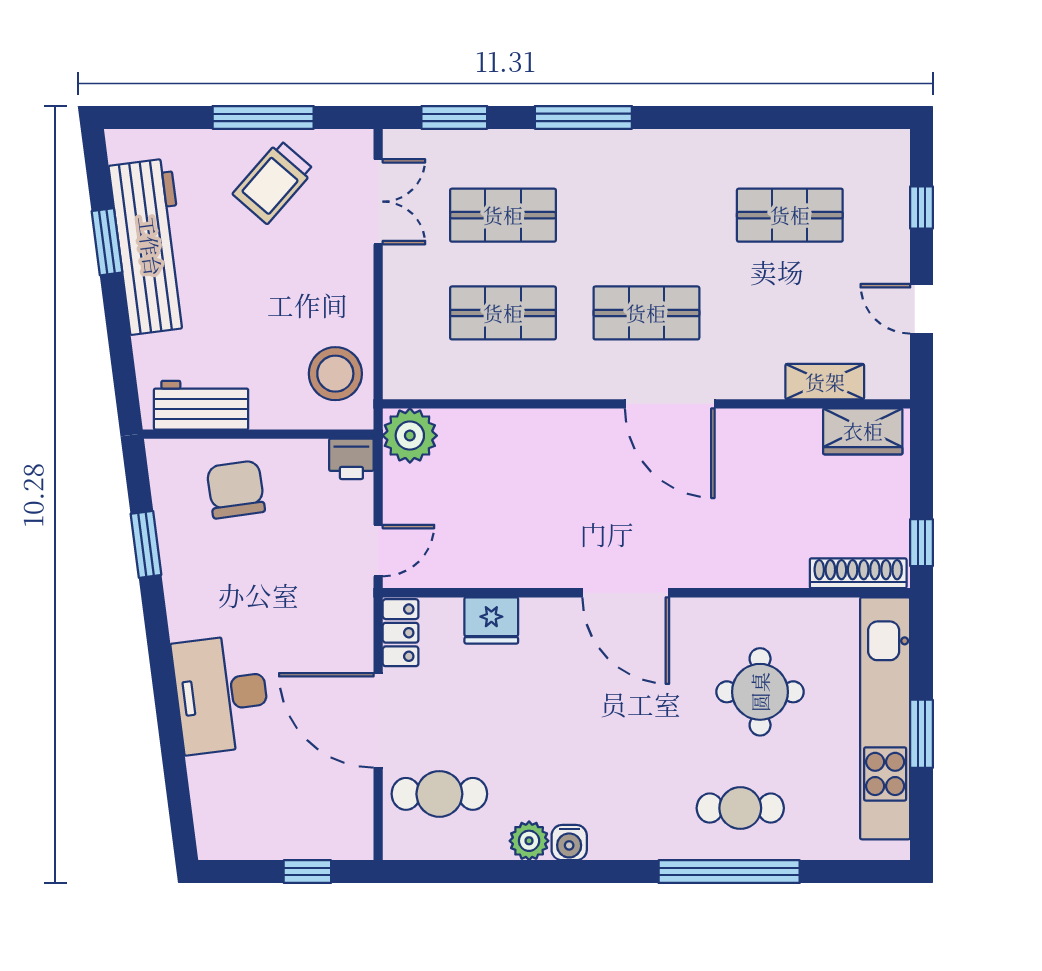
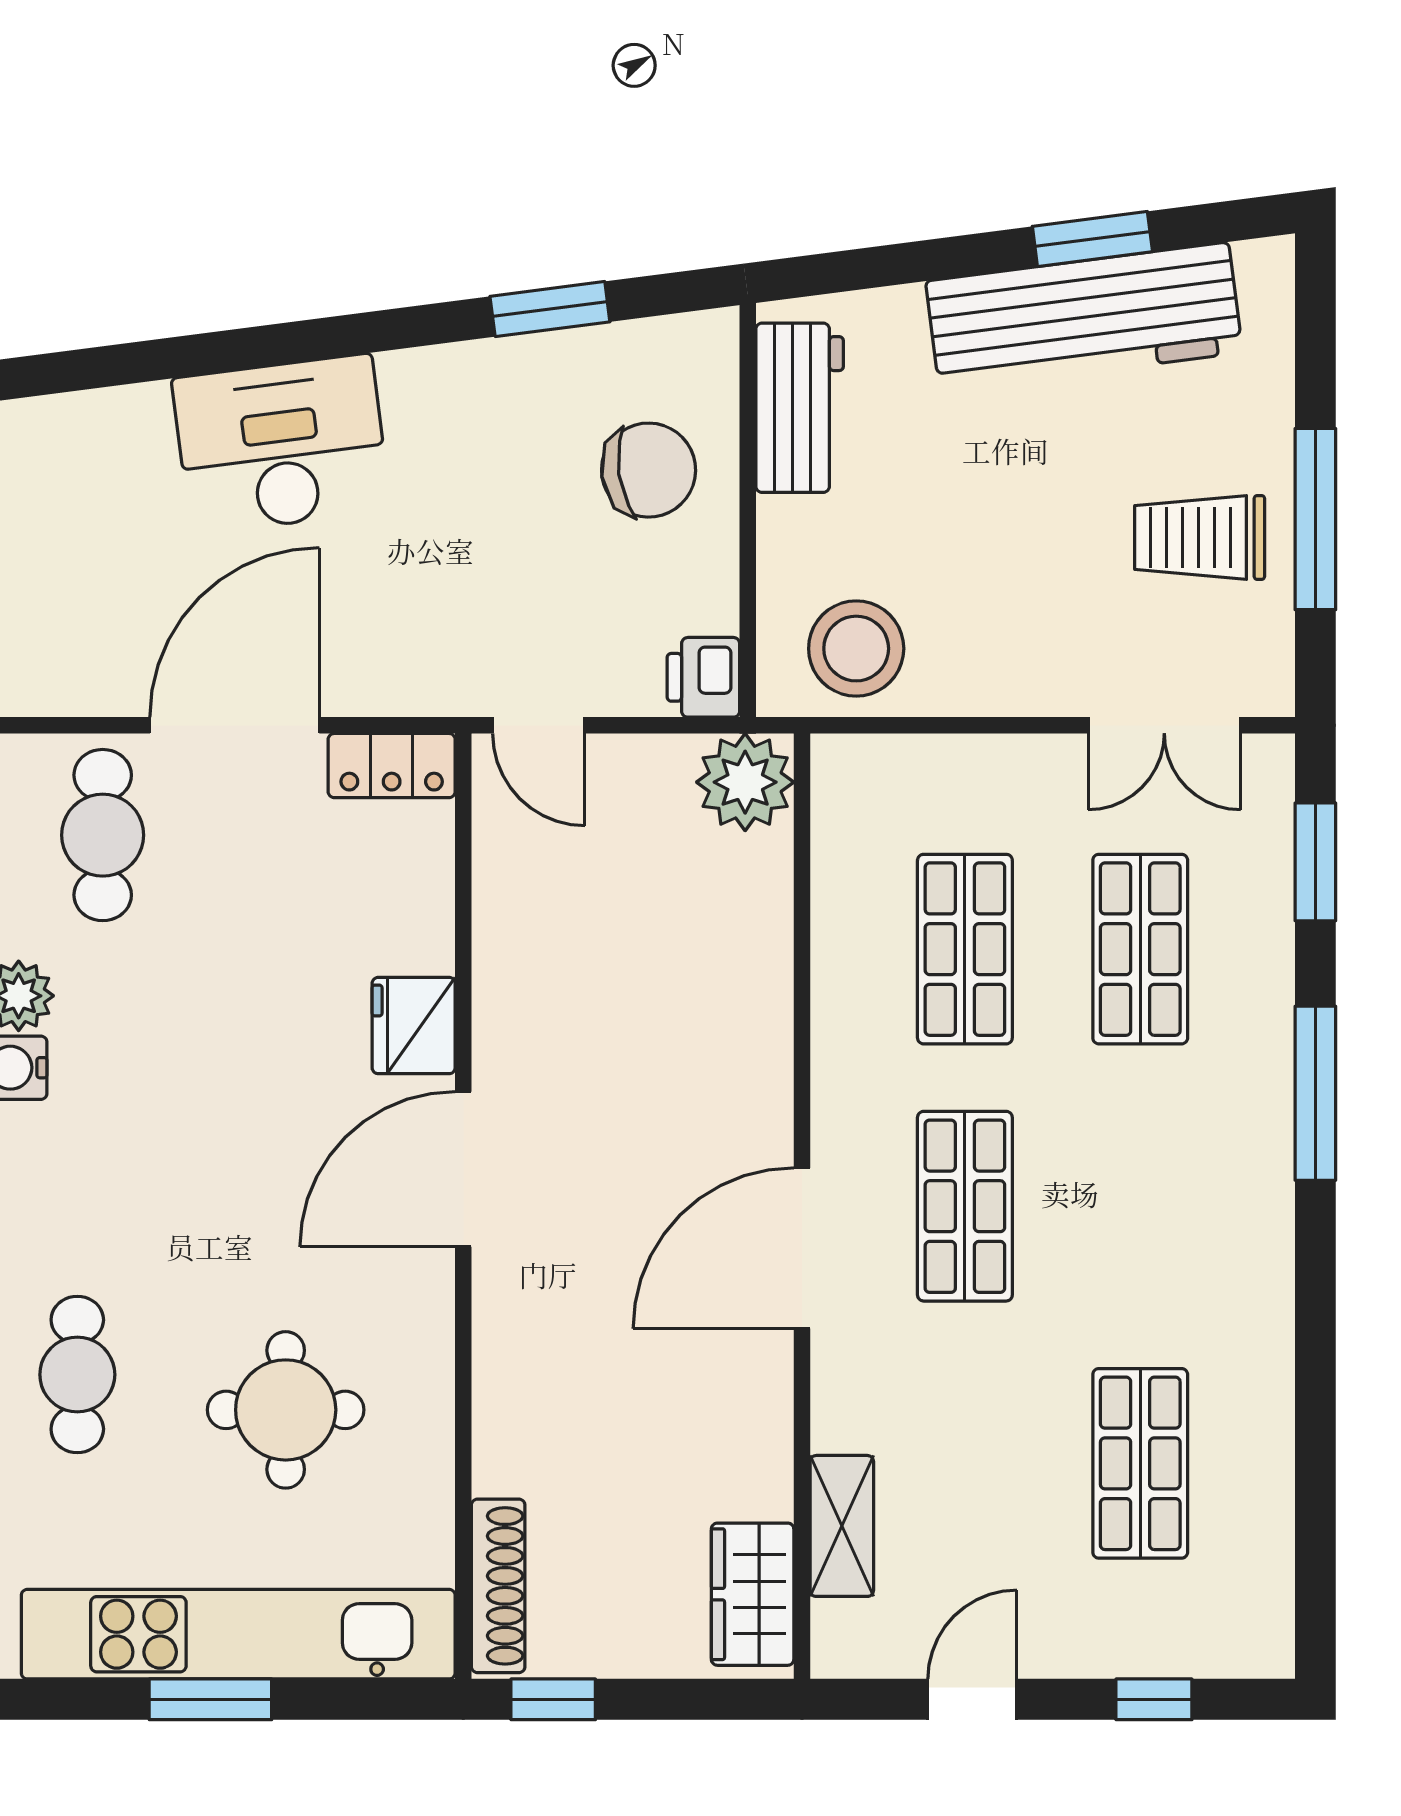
trolley: (273, 182) -> (1200, 537), turned -41
fridge: (491, 620) -> (414, 1026), moved

